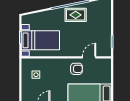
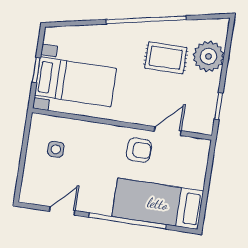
rug: (76, 15) -> (166, 58), moved
plant: (103, 18) -> (208, 56), added

